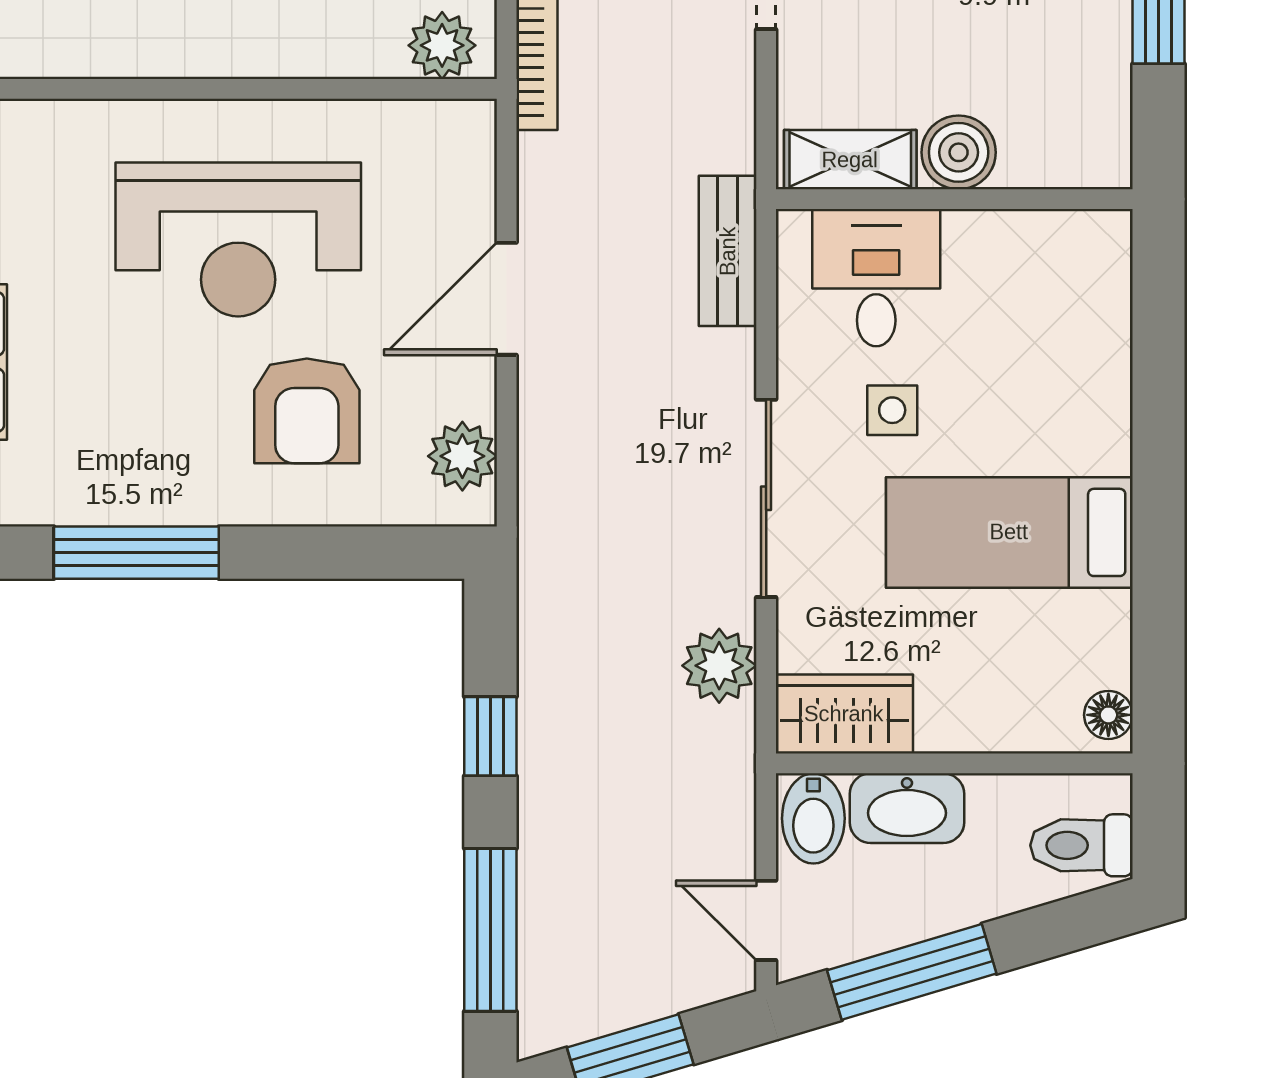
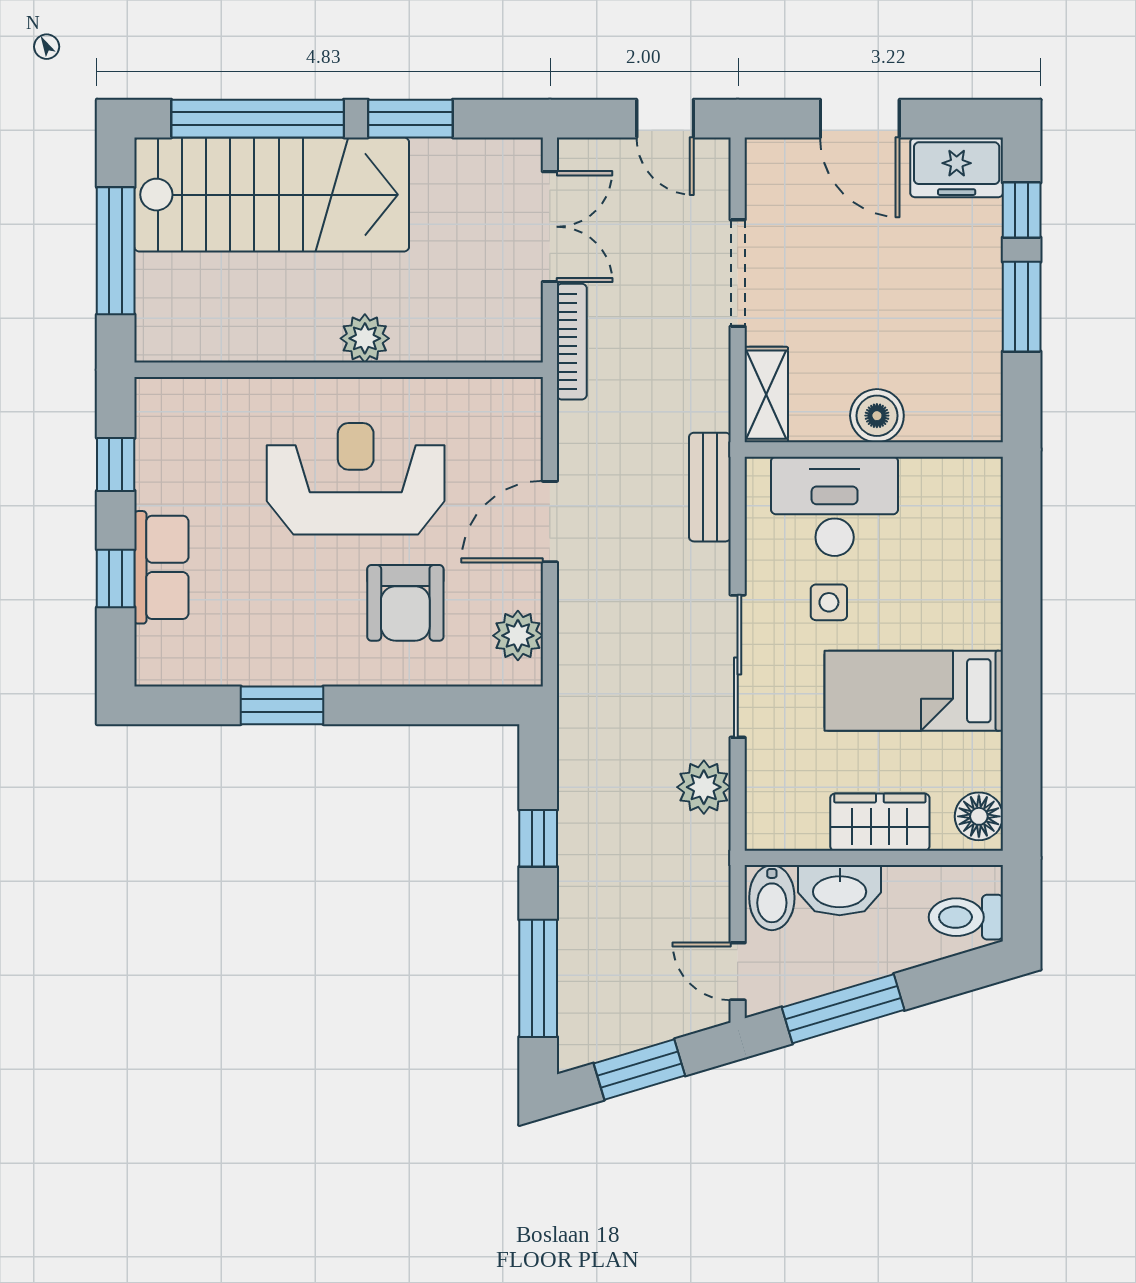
plant: (442, 45) -> (365, 338), moved
shelving: (850, 160) -> (766, 395), moved, turned 90
reception desk: (238, 239) -> (356, 479), turned 180
desk: (876, 278) -> (835, 506), width x1.37
window: (136, 553) -> (282, 705), width x0.69
wardrobe: (844, 714) -> (880, 822), moved
floor lamp: (1108, 715) -> (979, 816), width x1.37, depth x1.37

